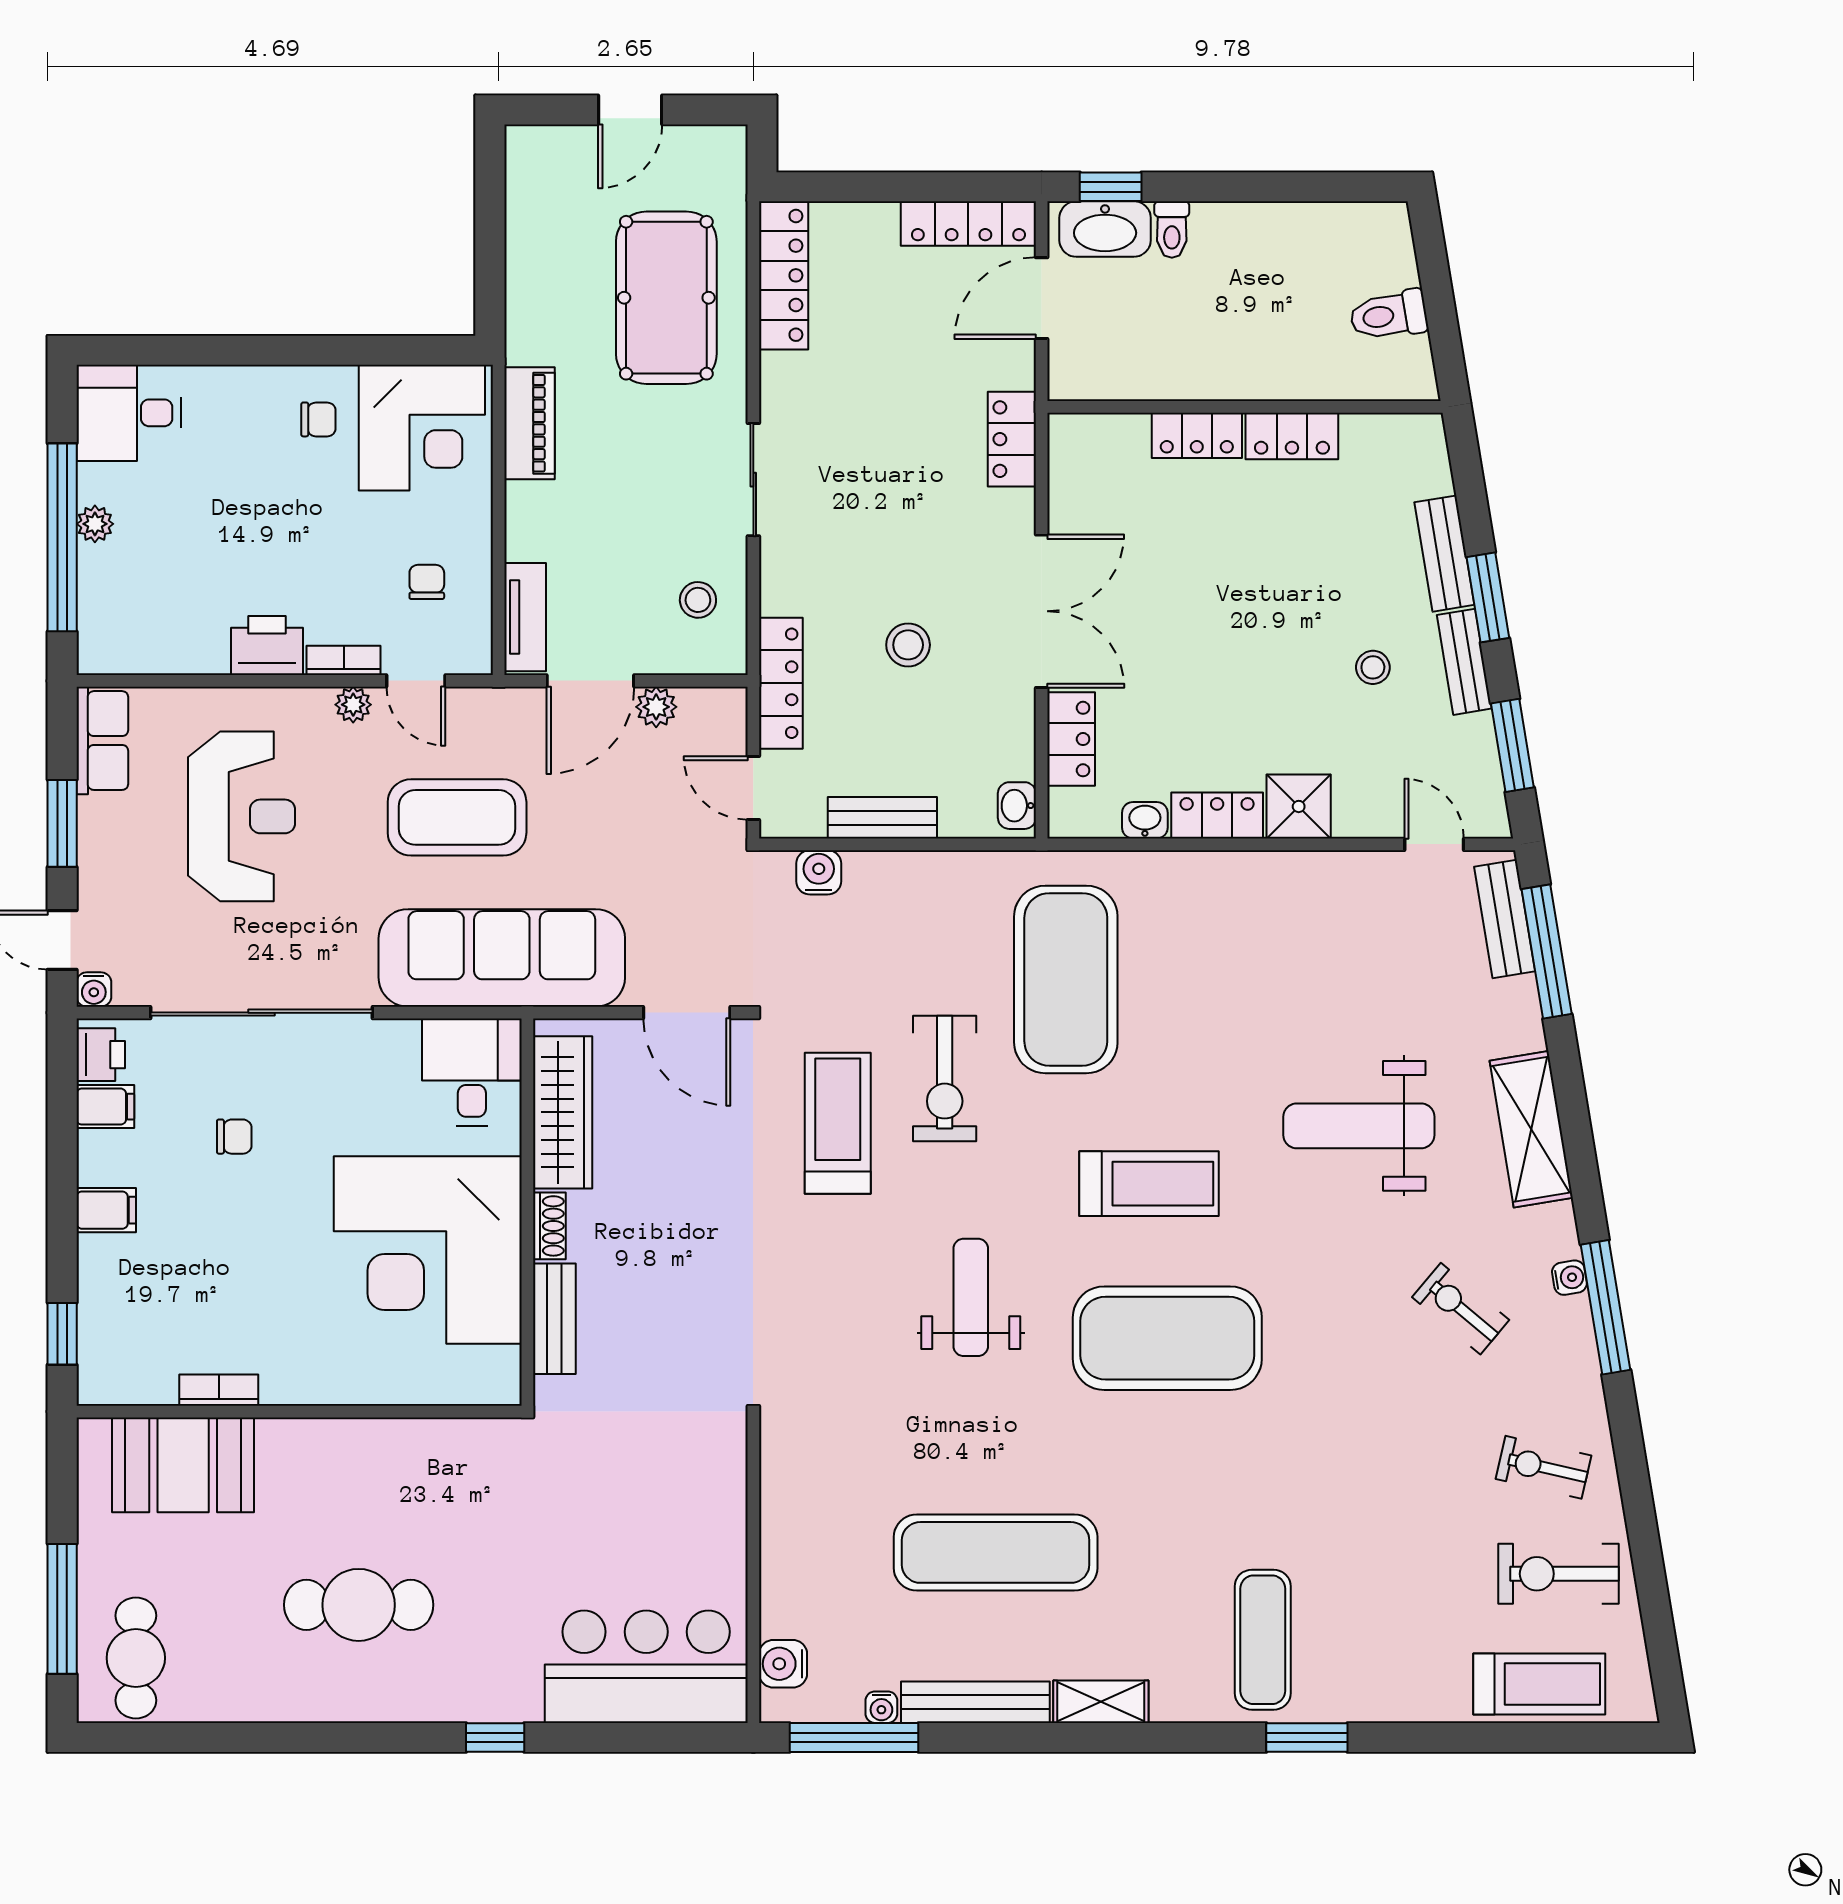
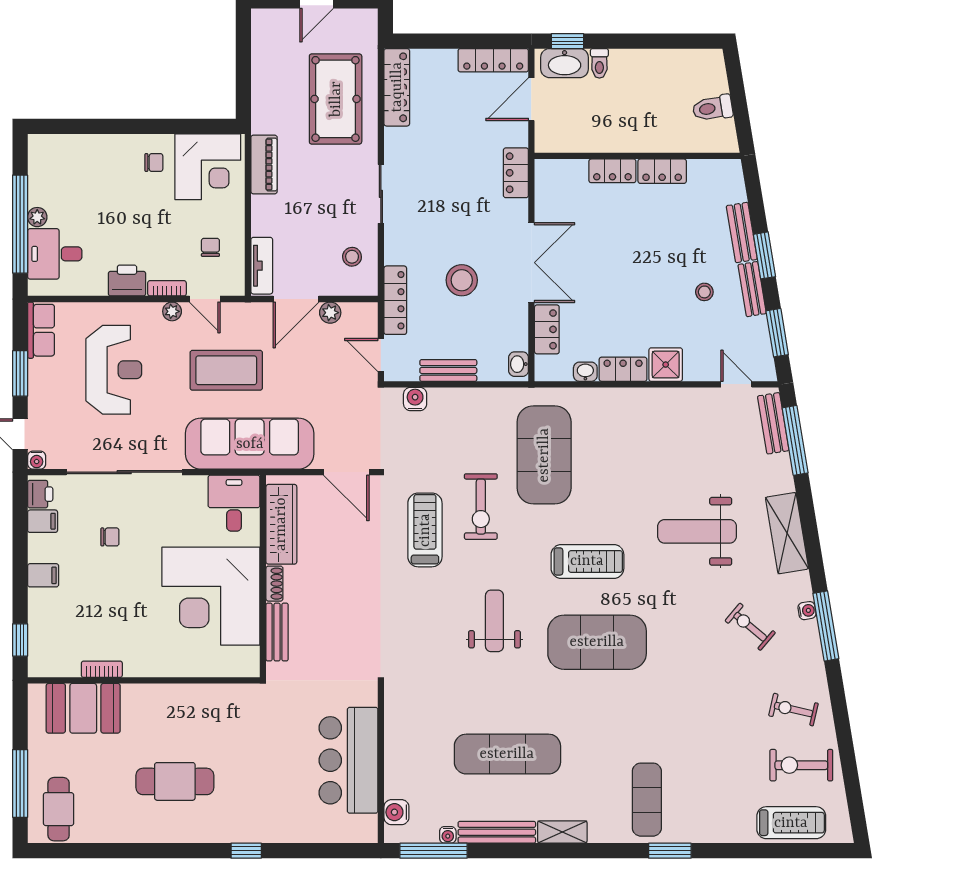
desk: (129, 413) -> (55, 254), moved
stool: (908, 645) -> (462, 280), width x1.38, depth x1.38
bar counter: (646, 1667) -> (349, 760), moved, turned -90

